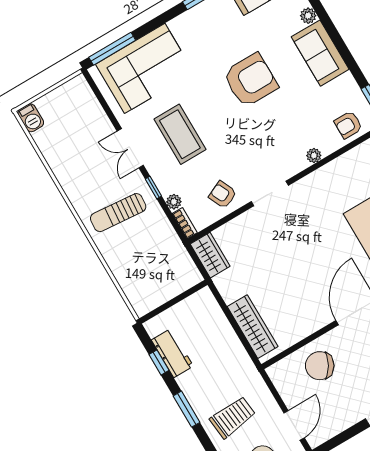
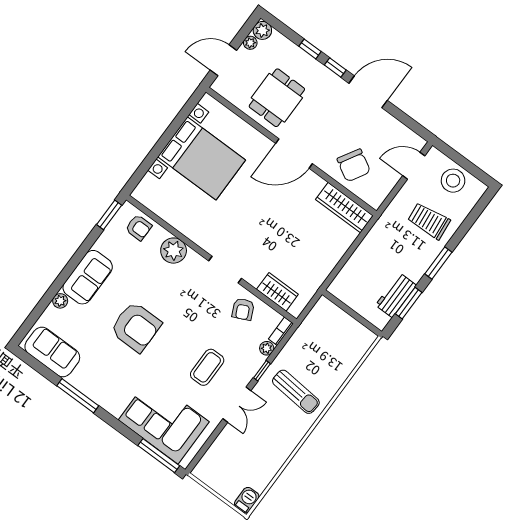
armchair: (250, 80) -> (136, 327), turned 180
coffee table: (180, 134) -> (207, 367), width x0.73, depth x0.76
plant: (314, 156) -> (174, 251), width x1.88, depth x1.88
wardrobe: (210, 255) -> (277, 292), moved, turned 90
wardrobe: (253, 327) -> (344, 208), moved, turned -90
window: (159, 362) -> (409, 303), width x1.50

